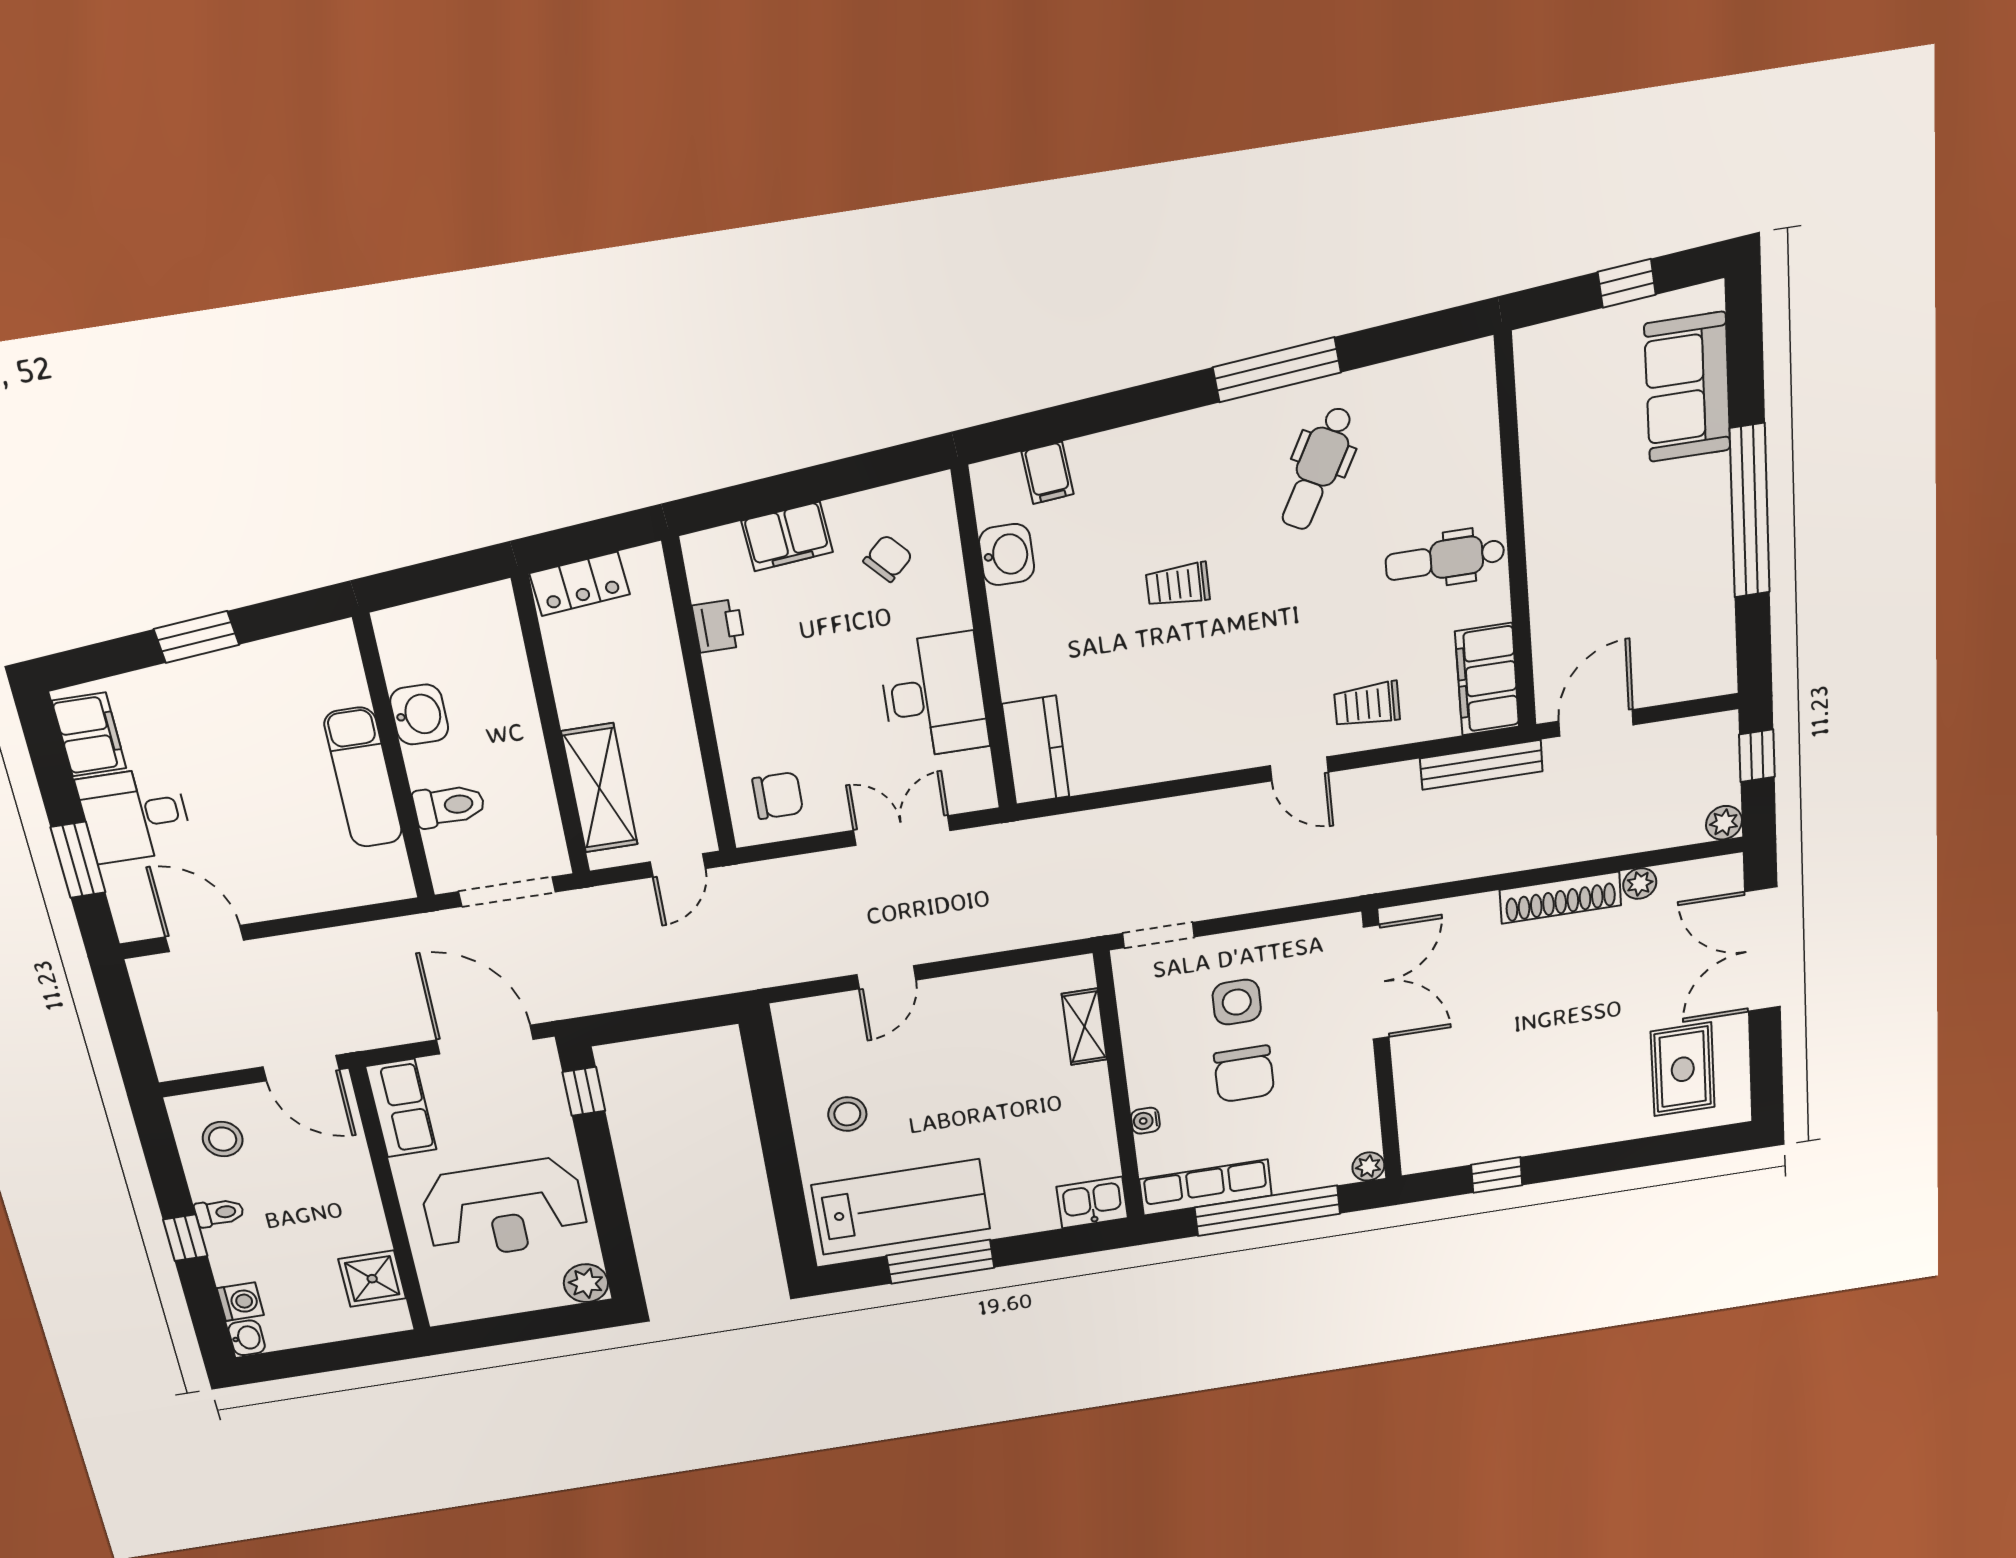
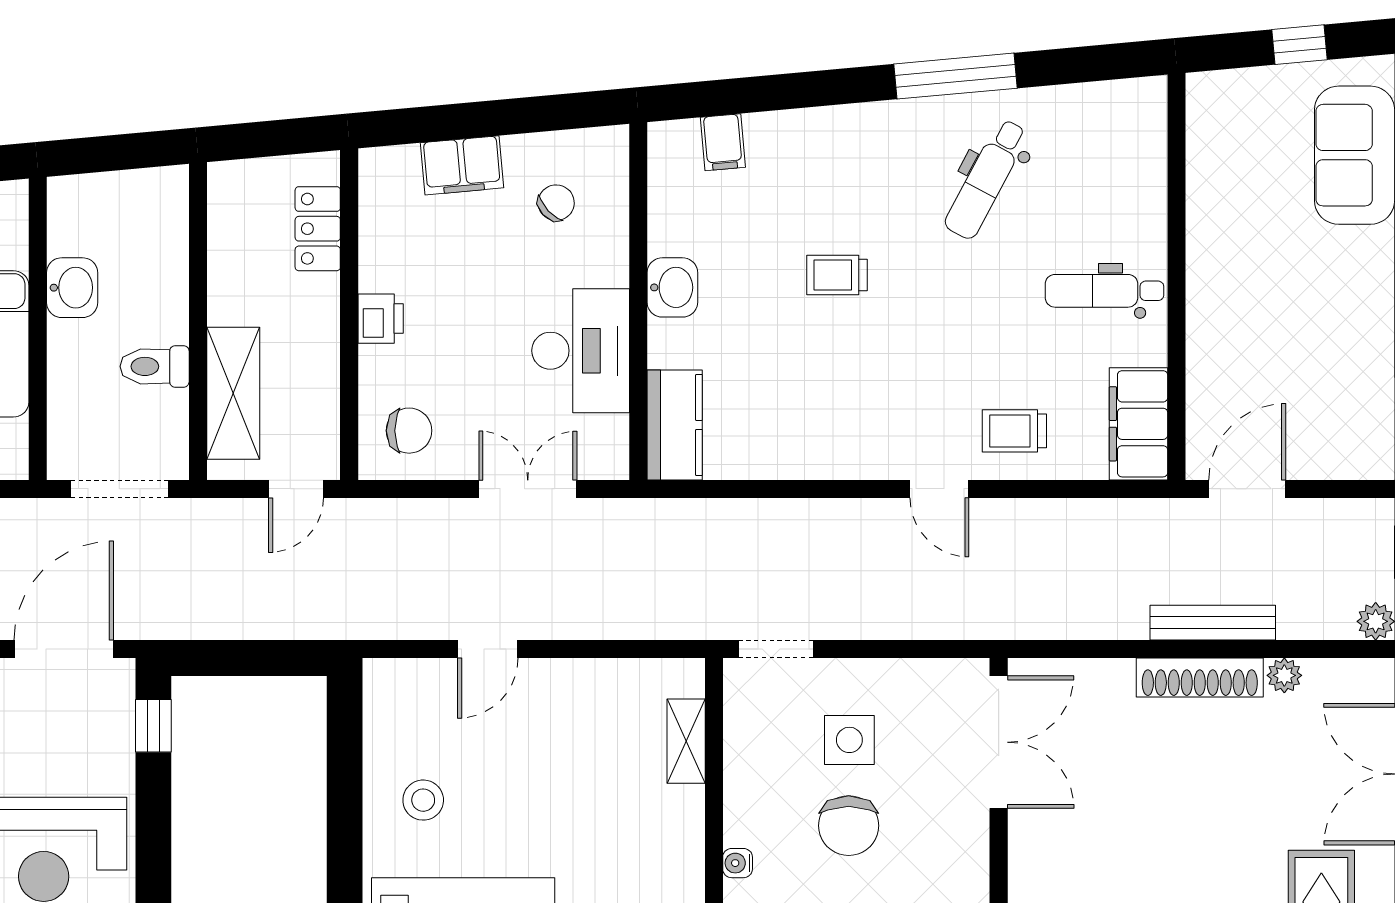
washbasin: (1007, 555) -> (672, 287), moved
locker: (580, 584) -> (318, 229), moved, turned 95
printer: (719, 626) -> (381, 319), moved
bench: (1481, 765) -> (1213, 623), moved
toilet: (449, 806) -> (155, 366), moved, turned 180
door: (485, 1040) -> (64, 649), hinge flipped

